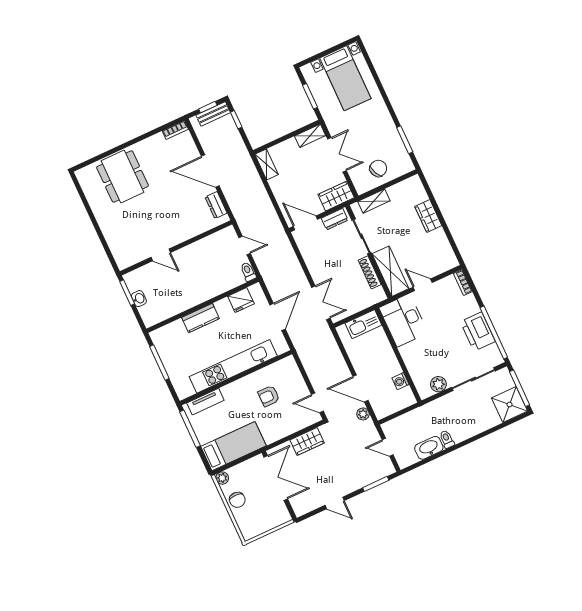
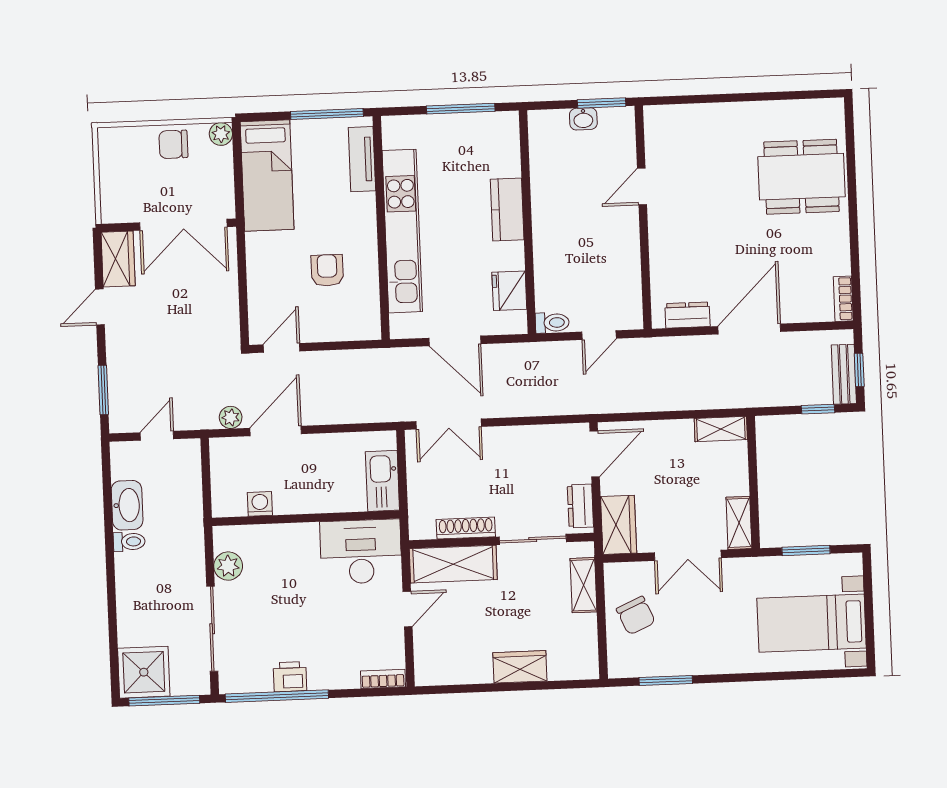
printer: (478, 332) -> (290, 677), width x0.53, depth x0.68
wardrobe: (307, 441) -> (118, 259), moved, turned 180

